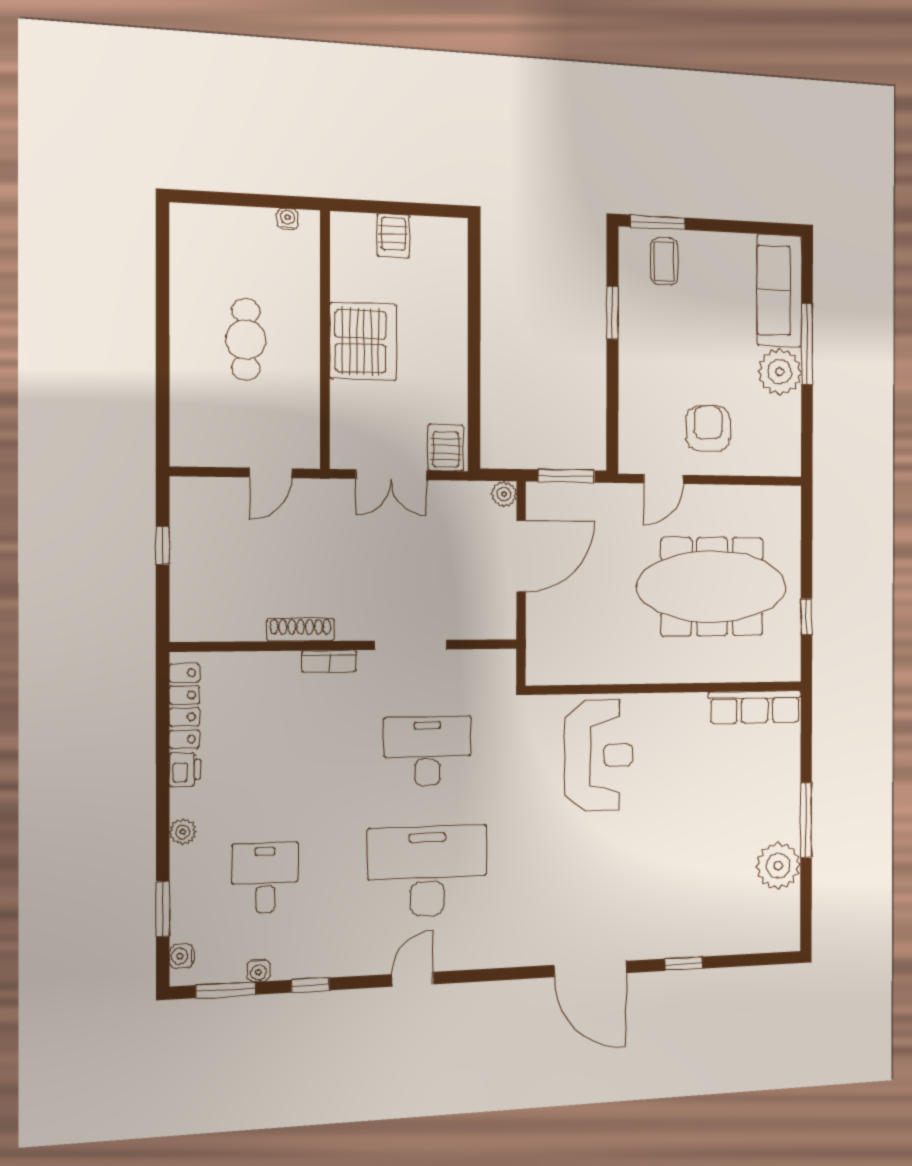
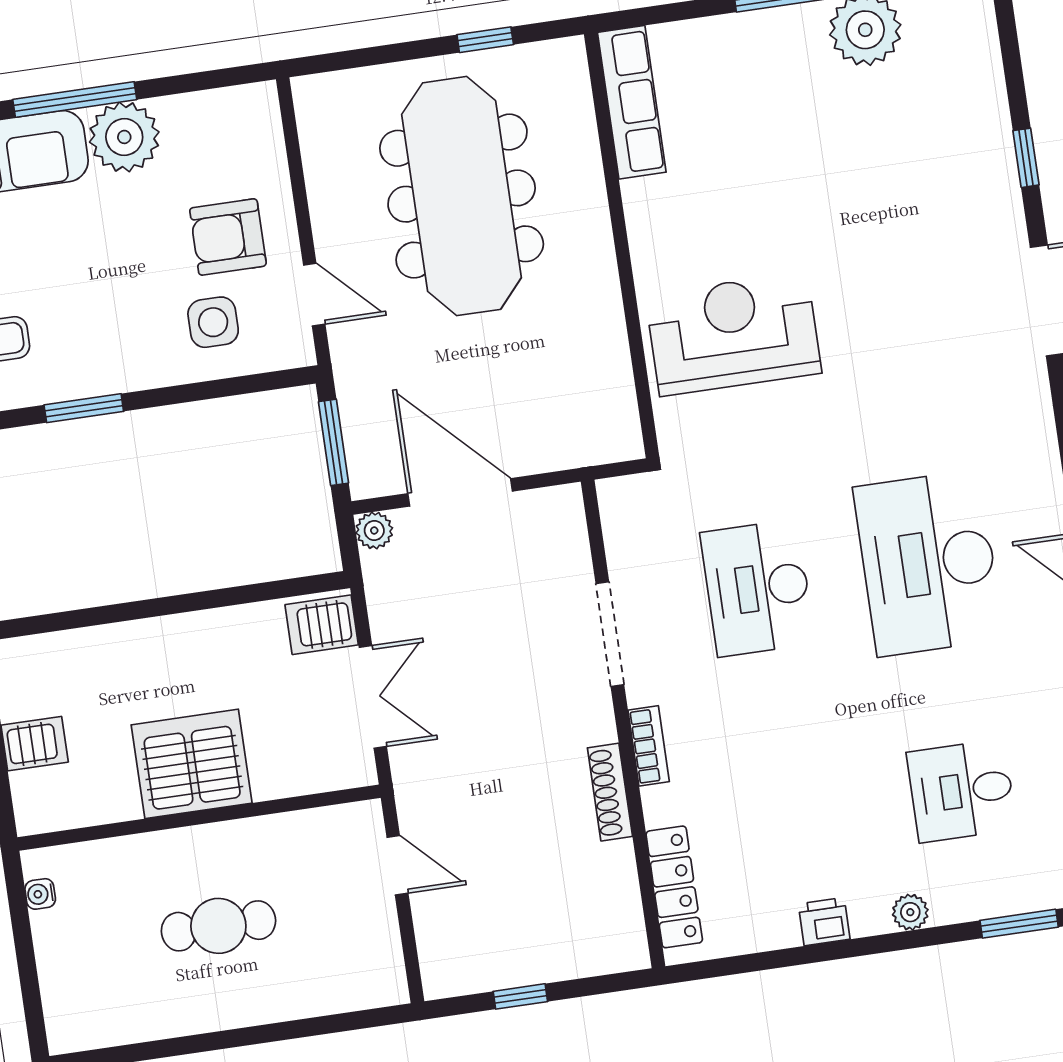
side table: (655, 409) -> (213, 322), added
locker: (184, 706) -> (674, 887), moved, turned 90

